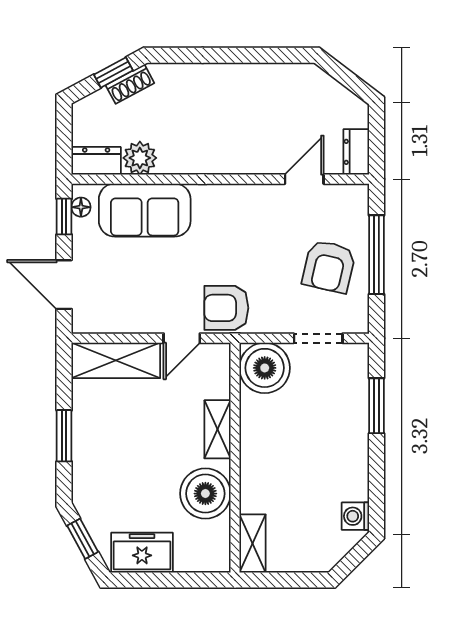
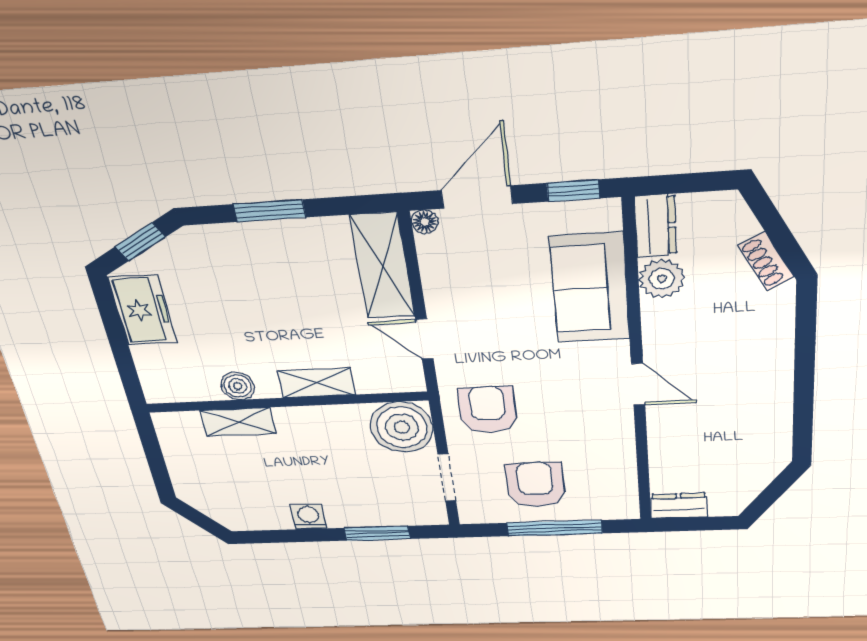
window: (113, 72) -> (783, 240), removed
door: (304, 179) -> (638, 384), moved
floor lamp: (81, 207) -> (425, 222), moved
armchair: (329, 266) -> (535, 485), turned 77
armchair: (226, 308) -> (488, 410), moved
boiler: (205, 494) -> (238, 386), width x0.54, depth x0.54
washing machine: (355, 516) -> (309, 517), moved
shelving: (253, 543) -> (238, 422), moved

